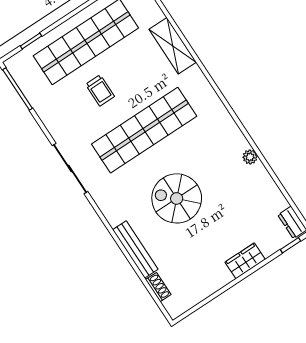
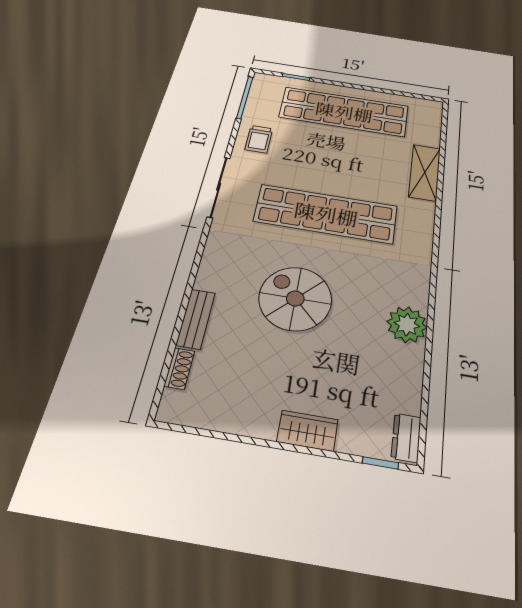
trolley: (100, 90) -> (259, 139), moved
plant: (250, 157) -> (407, 325), width x1.87, depth x1.87
bench: (135, 249) -> (196, 319), width x0.73

